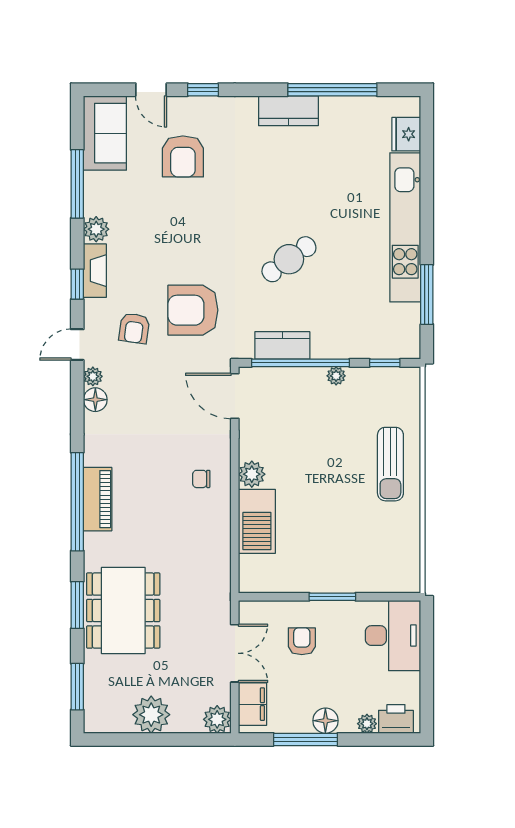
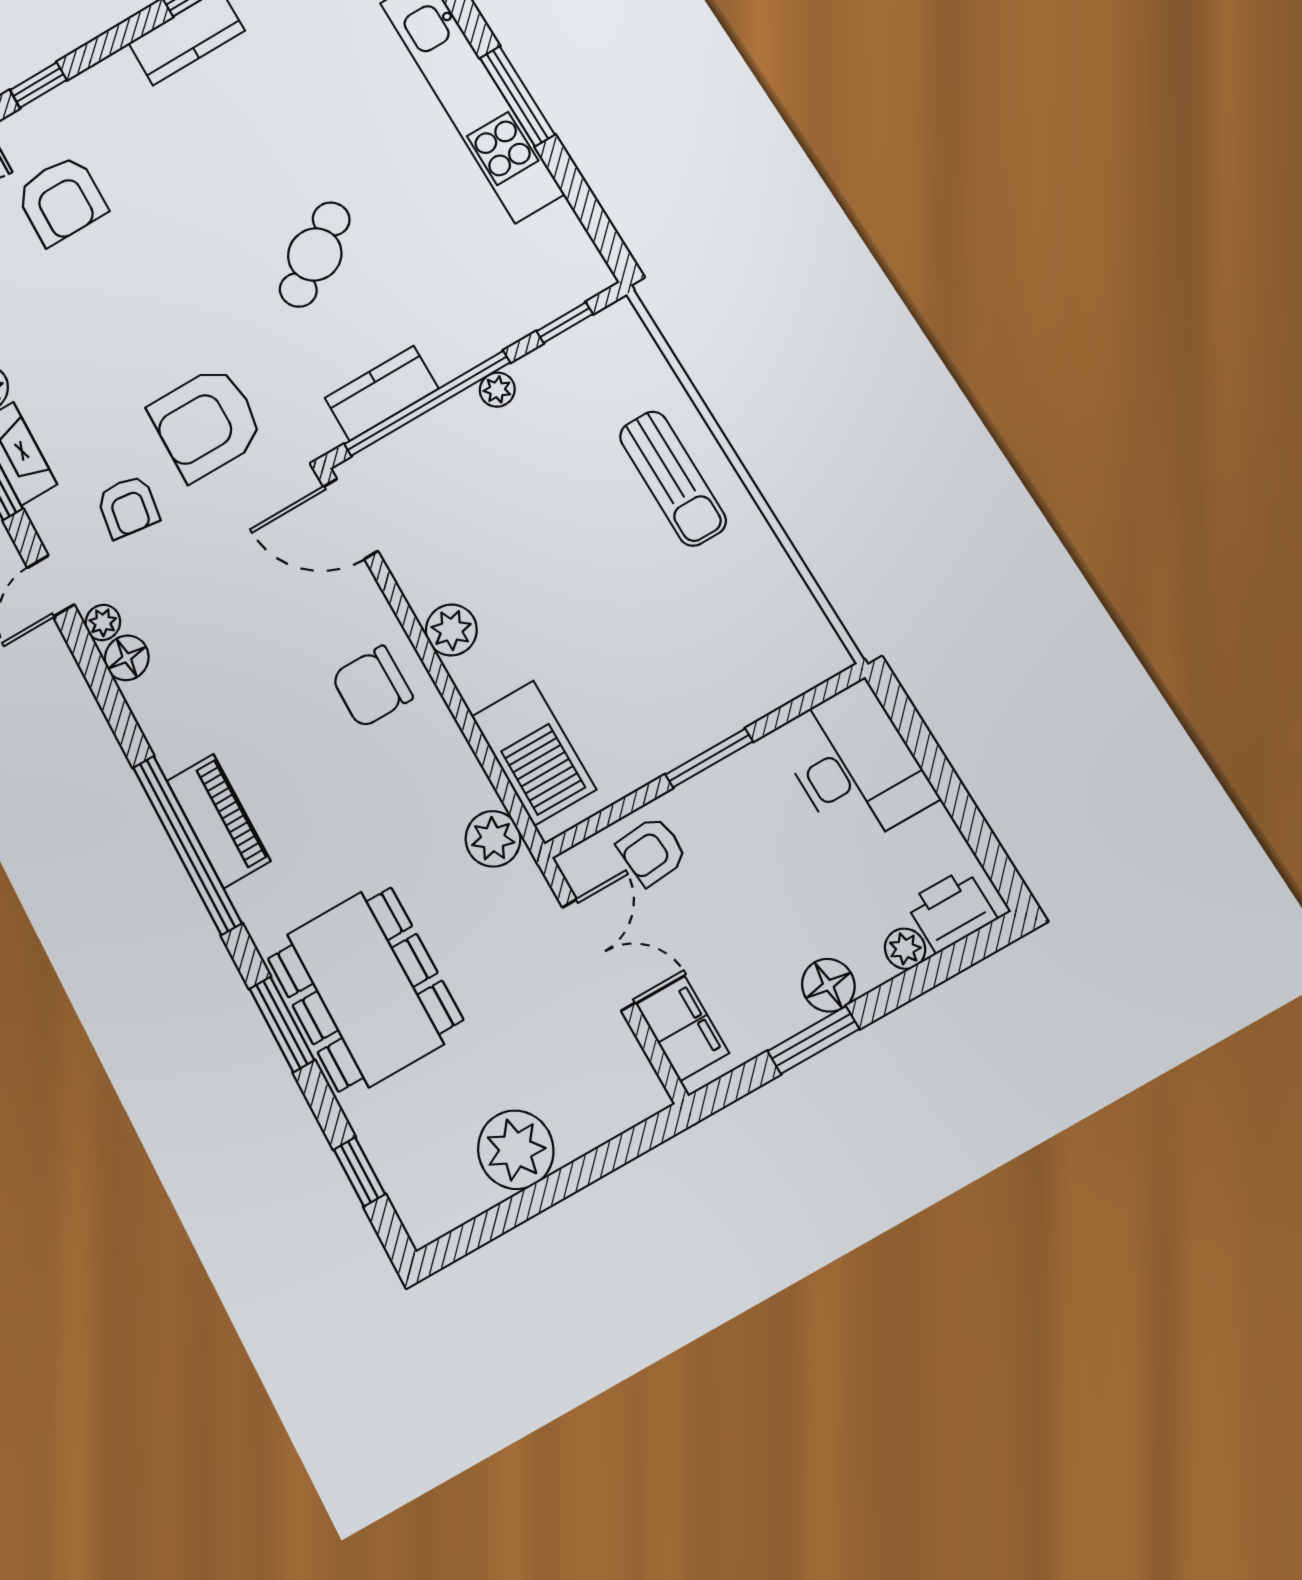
window: (427, 294) -> (517, 96), moved
chair: (201, 479) -> (372, 687), width x1.87, depth x1.87
barbecue: (257, 521) -> (534, 753), moved
armchair: (302, 641) -> (652, 851), moved, turned -95
window: (77, 687) -> (359, 1172), width x0.67
plant: (217, 719) -> (493, 839), moved
window: (306, 739) -> (813, 1040), width x0.69

